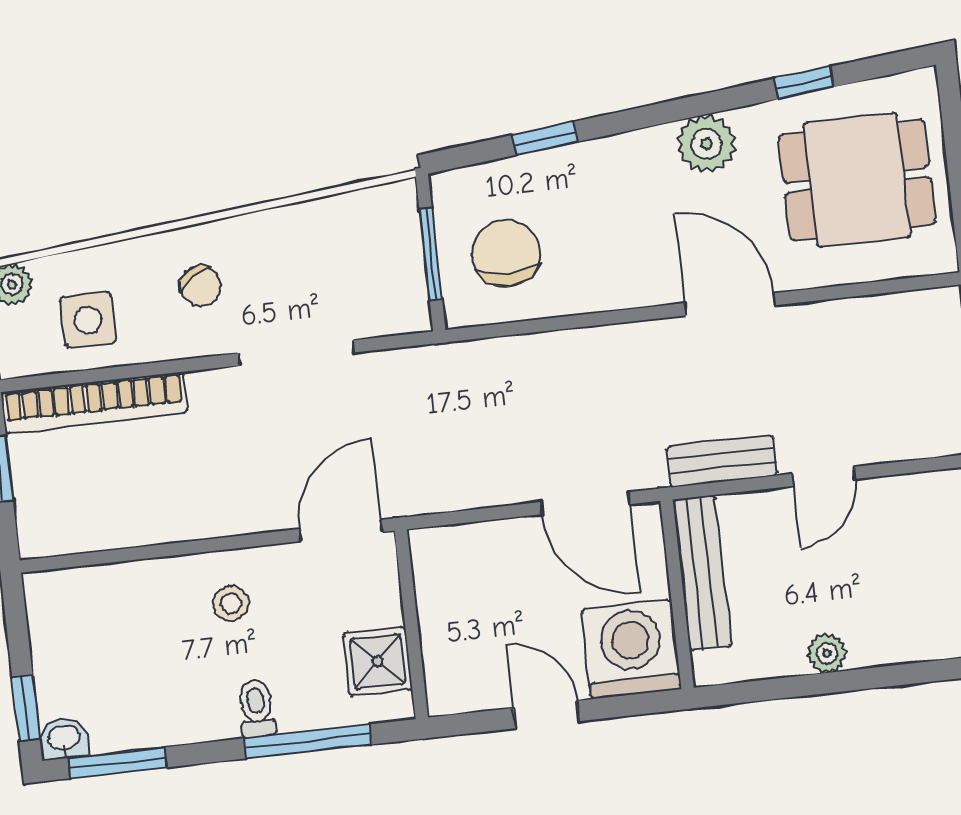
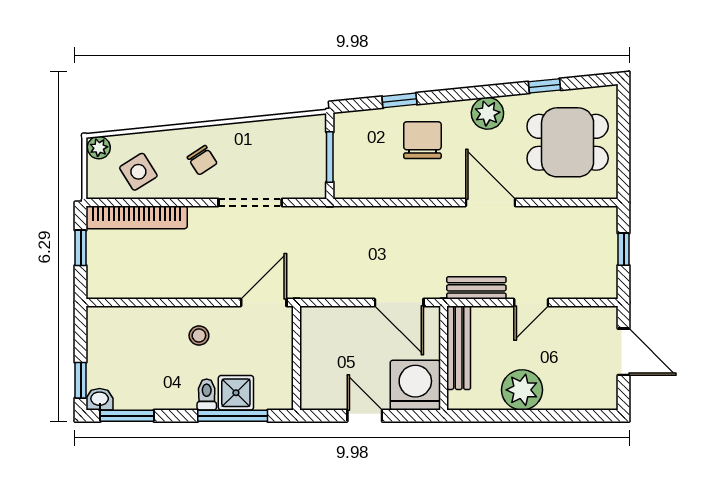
chair: (506, 253) -> (422, 140), moved
side table: (88, 320) -> (138, 172), turned -32
plant: (827, 653) -> (522, 390), width x1.87, depth x1.87
shower: (378, 661) -> (236, 393), moved

